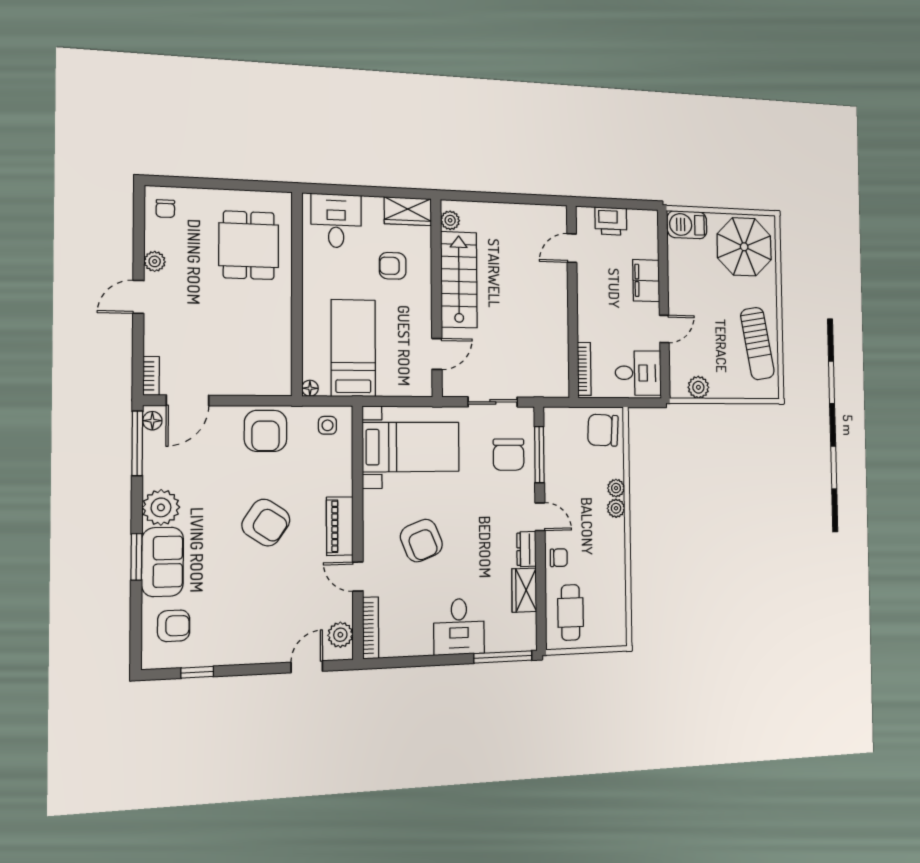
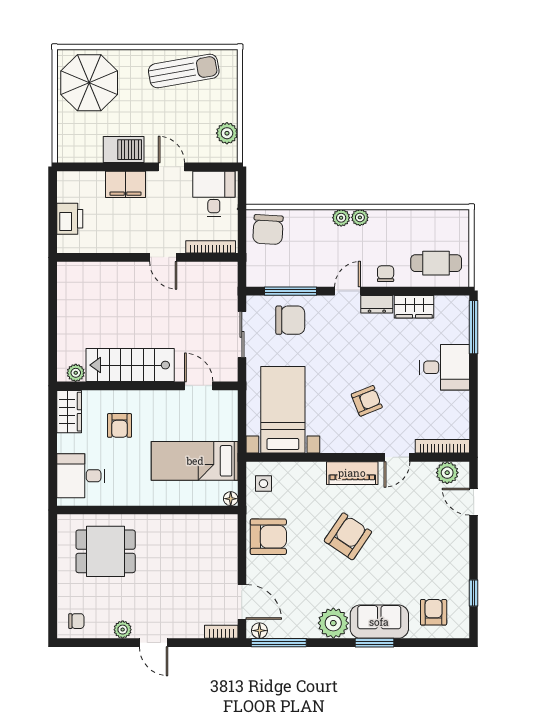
barbecue: (687, 225) -> (124, 150), moved, turned -90
door: (572, 248) -> (163, 257), moved
plant: (616, 488) -> (360, 217), moved
armchair: (421, 541) -> (367, 401), width x0.72, depth x0.72

